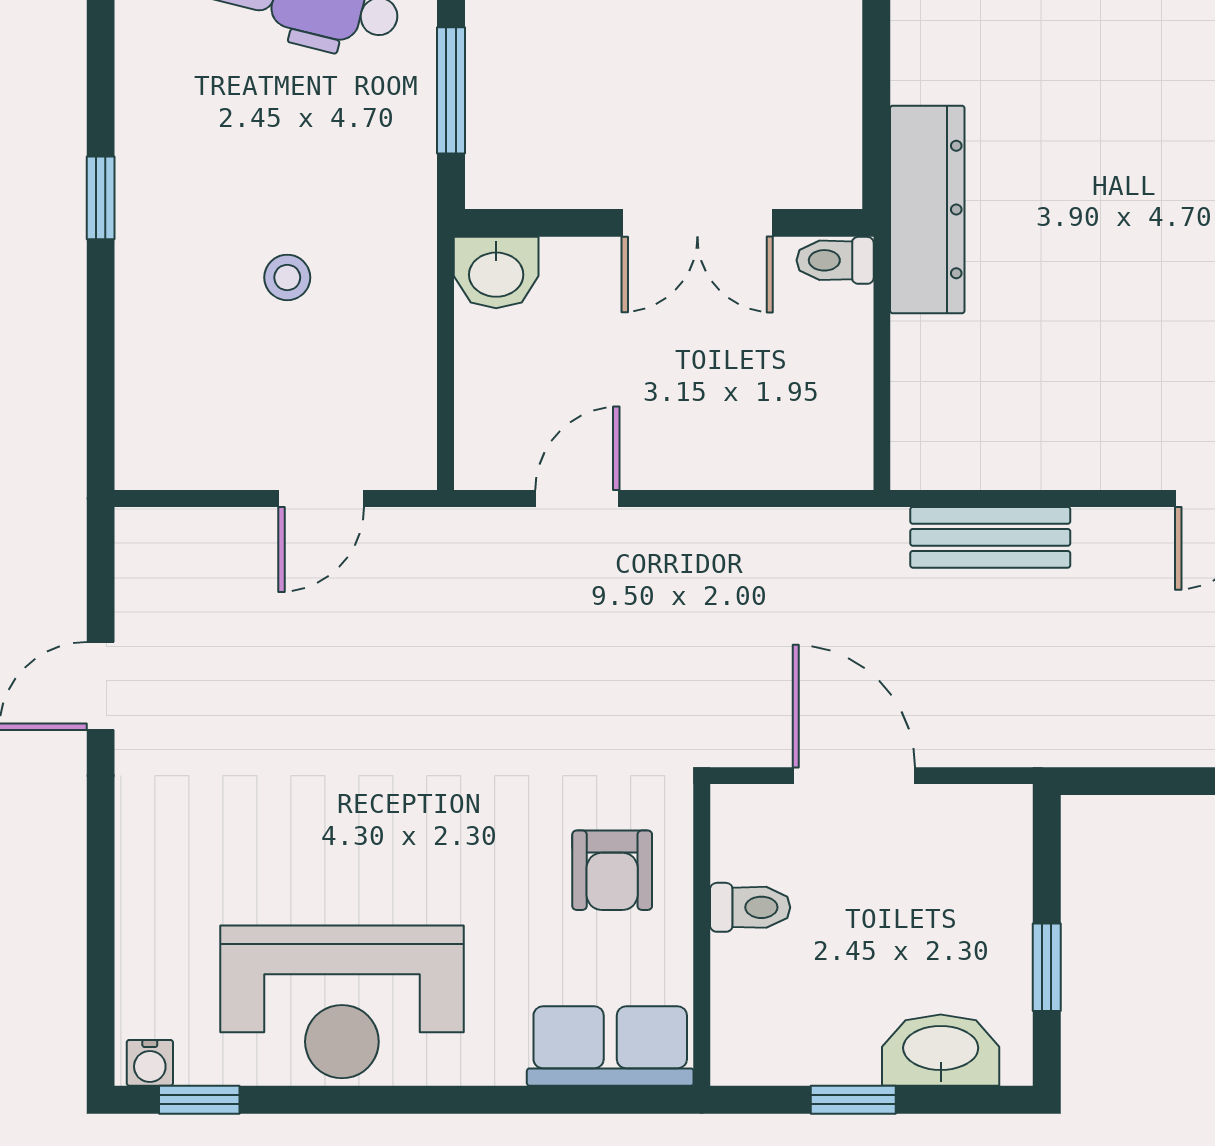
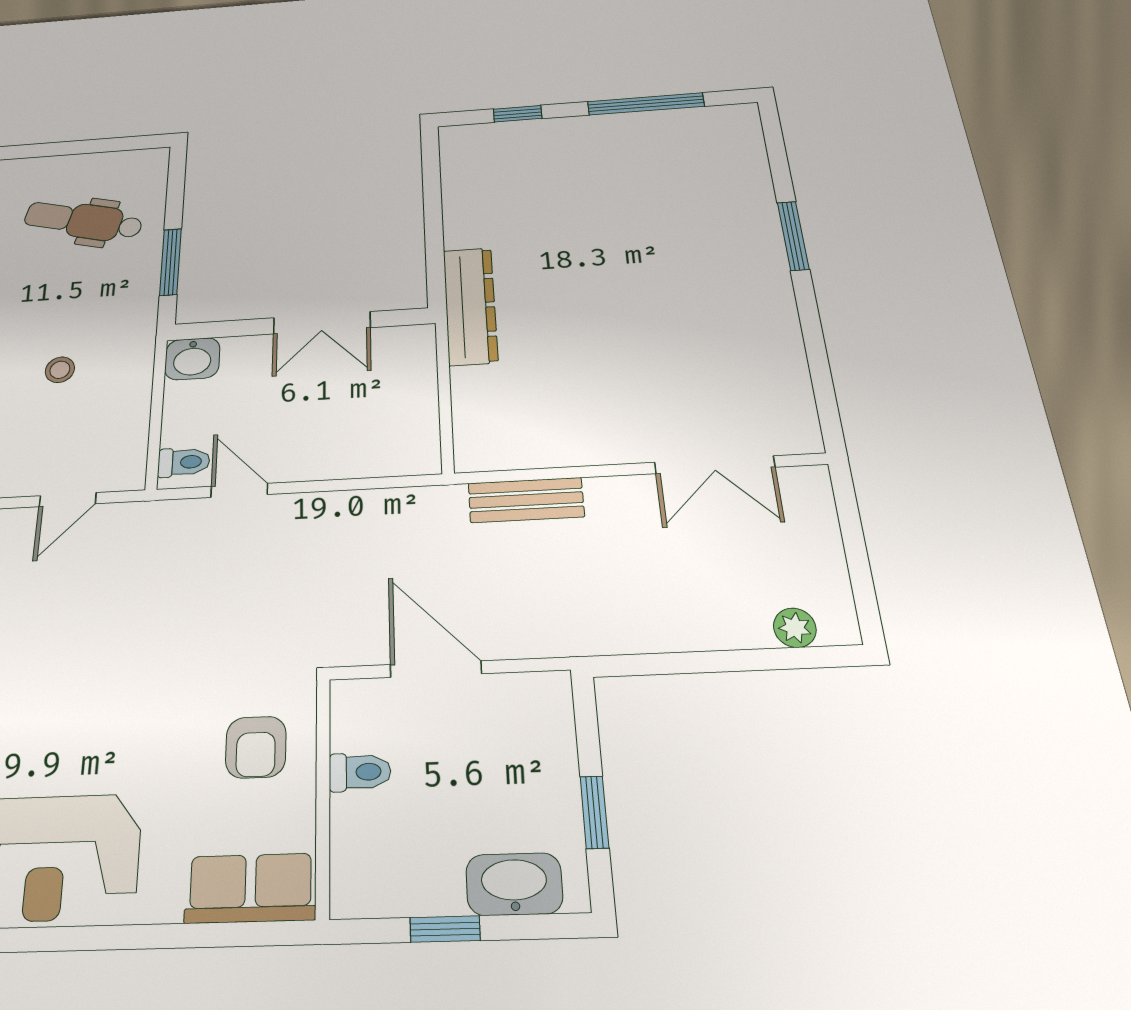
toilet: (835, 260) -> (184, 462), moved, turned 180
door: (577, 499) -> (239, 490), hinge flipped

